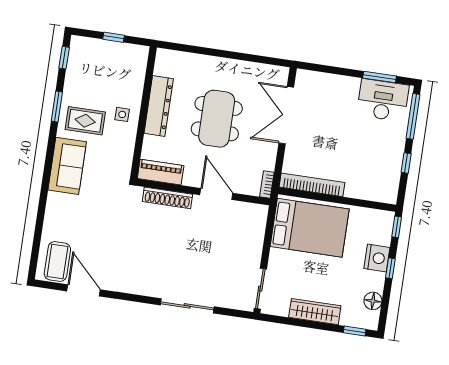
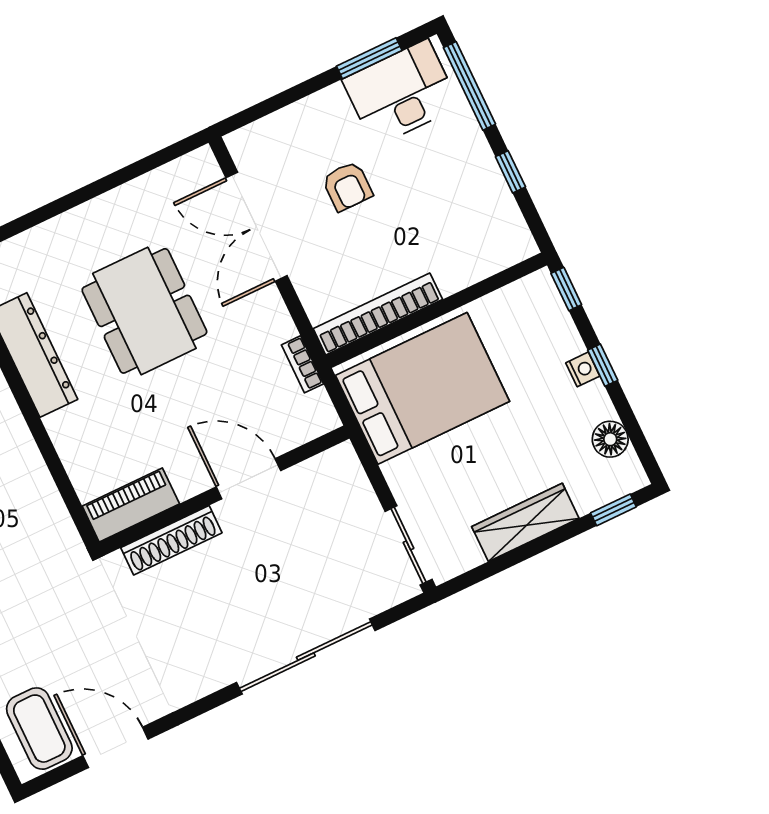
armchair: (335, 124) -> (347, 186), added
piano: (161, 172) -> (131, 505), moved
wall: (203, 192) -> (224, 490), moved
door: (216, 194) -> (248, 479), moved
shoe rack: (167, 198) -> (171, 540), moved
nightstand: (377, 258) -> (583, 369), width x0.53, depth x0.56
sliding door: (187, 306) -> (306, 657), width x1.36

